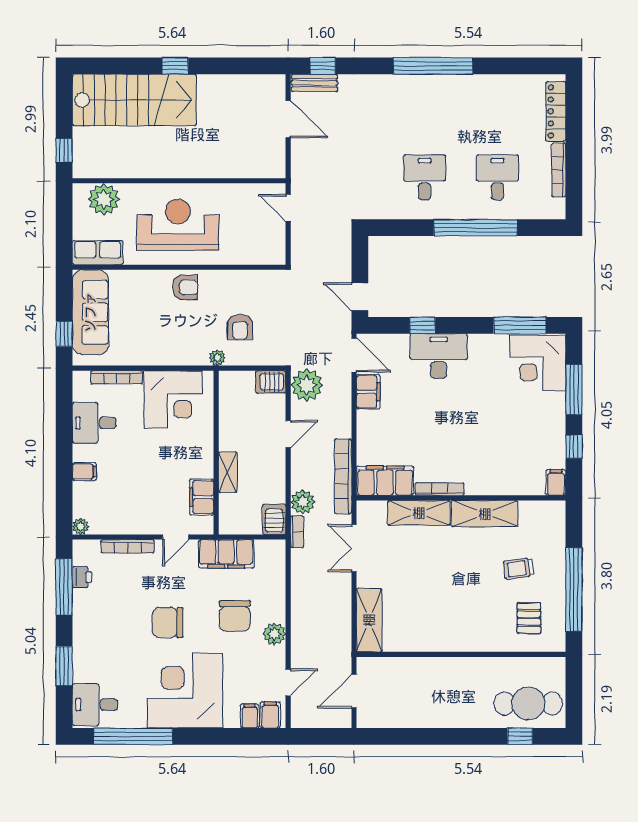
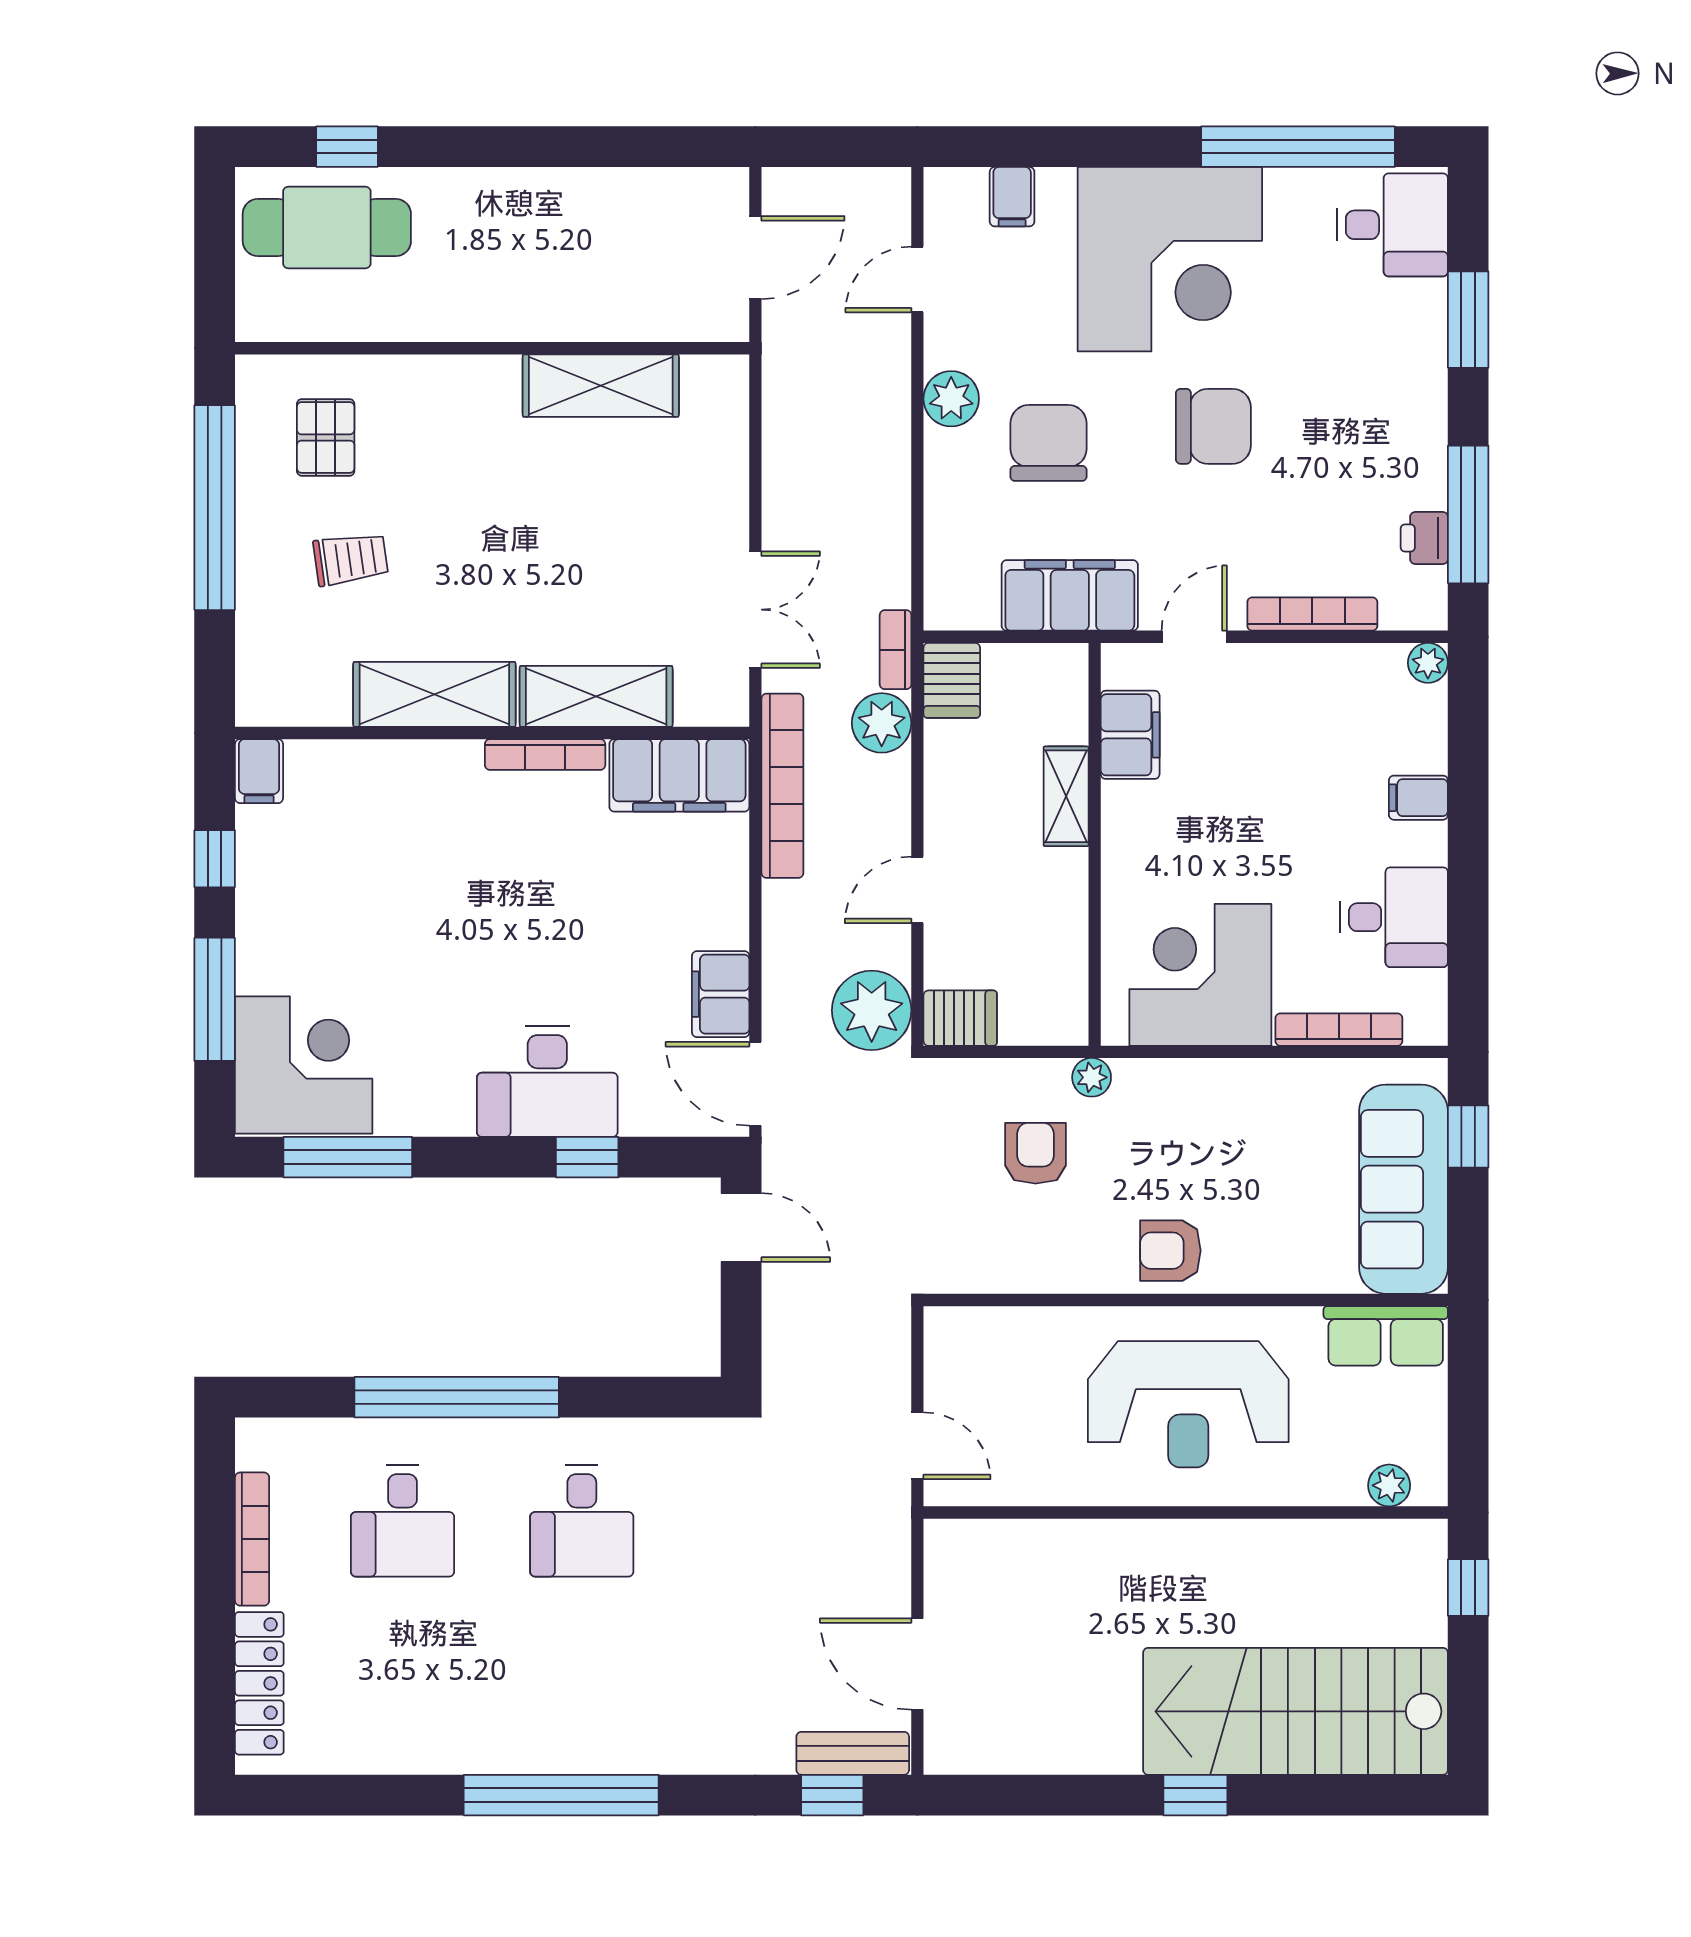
plant: (104, 199) -> (1389, 1485), width x0.53, depth x0.53
shelving: (369, 620) -> (601, 386), moved, turned 90
filing cabinet: (270, 715) -> (961, 199), removed

